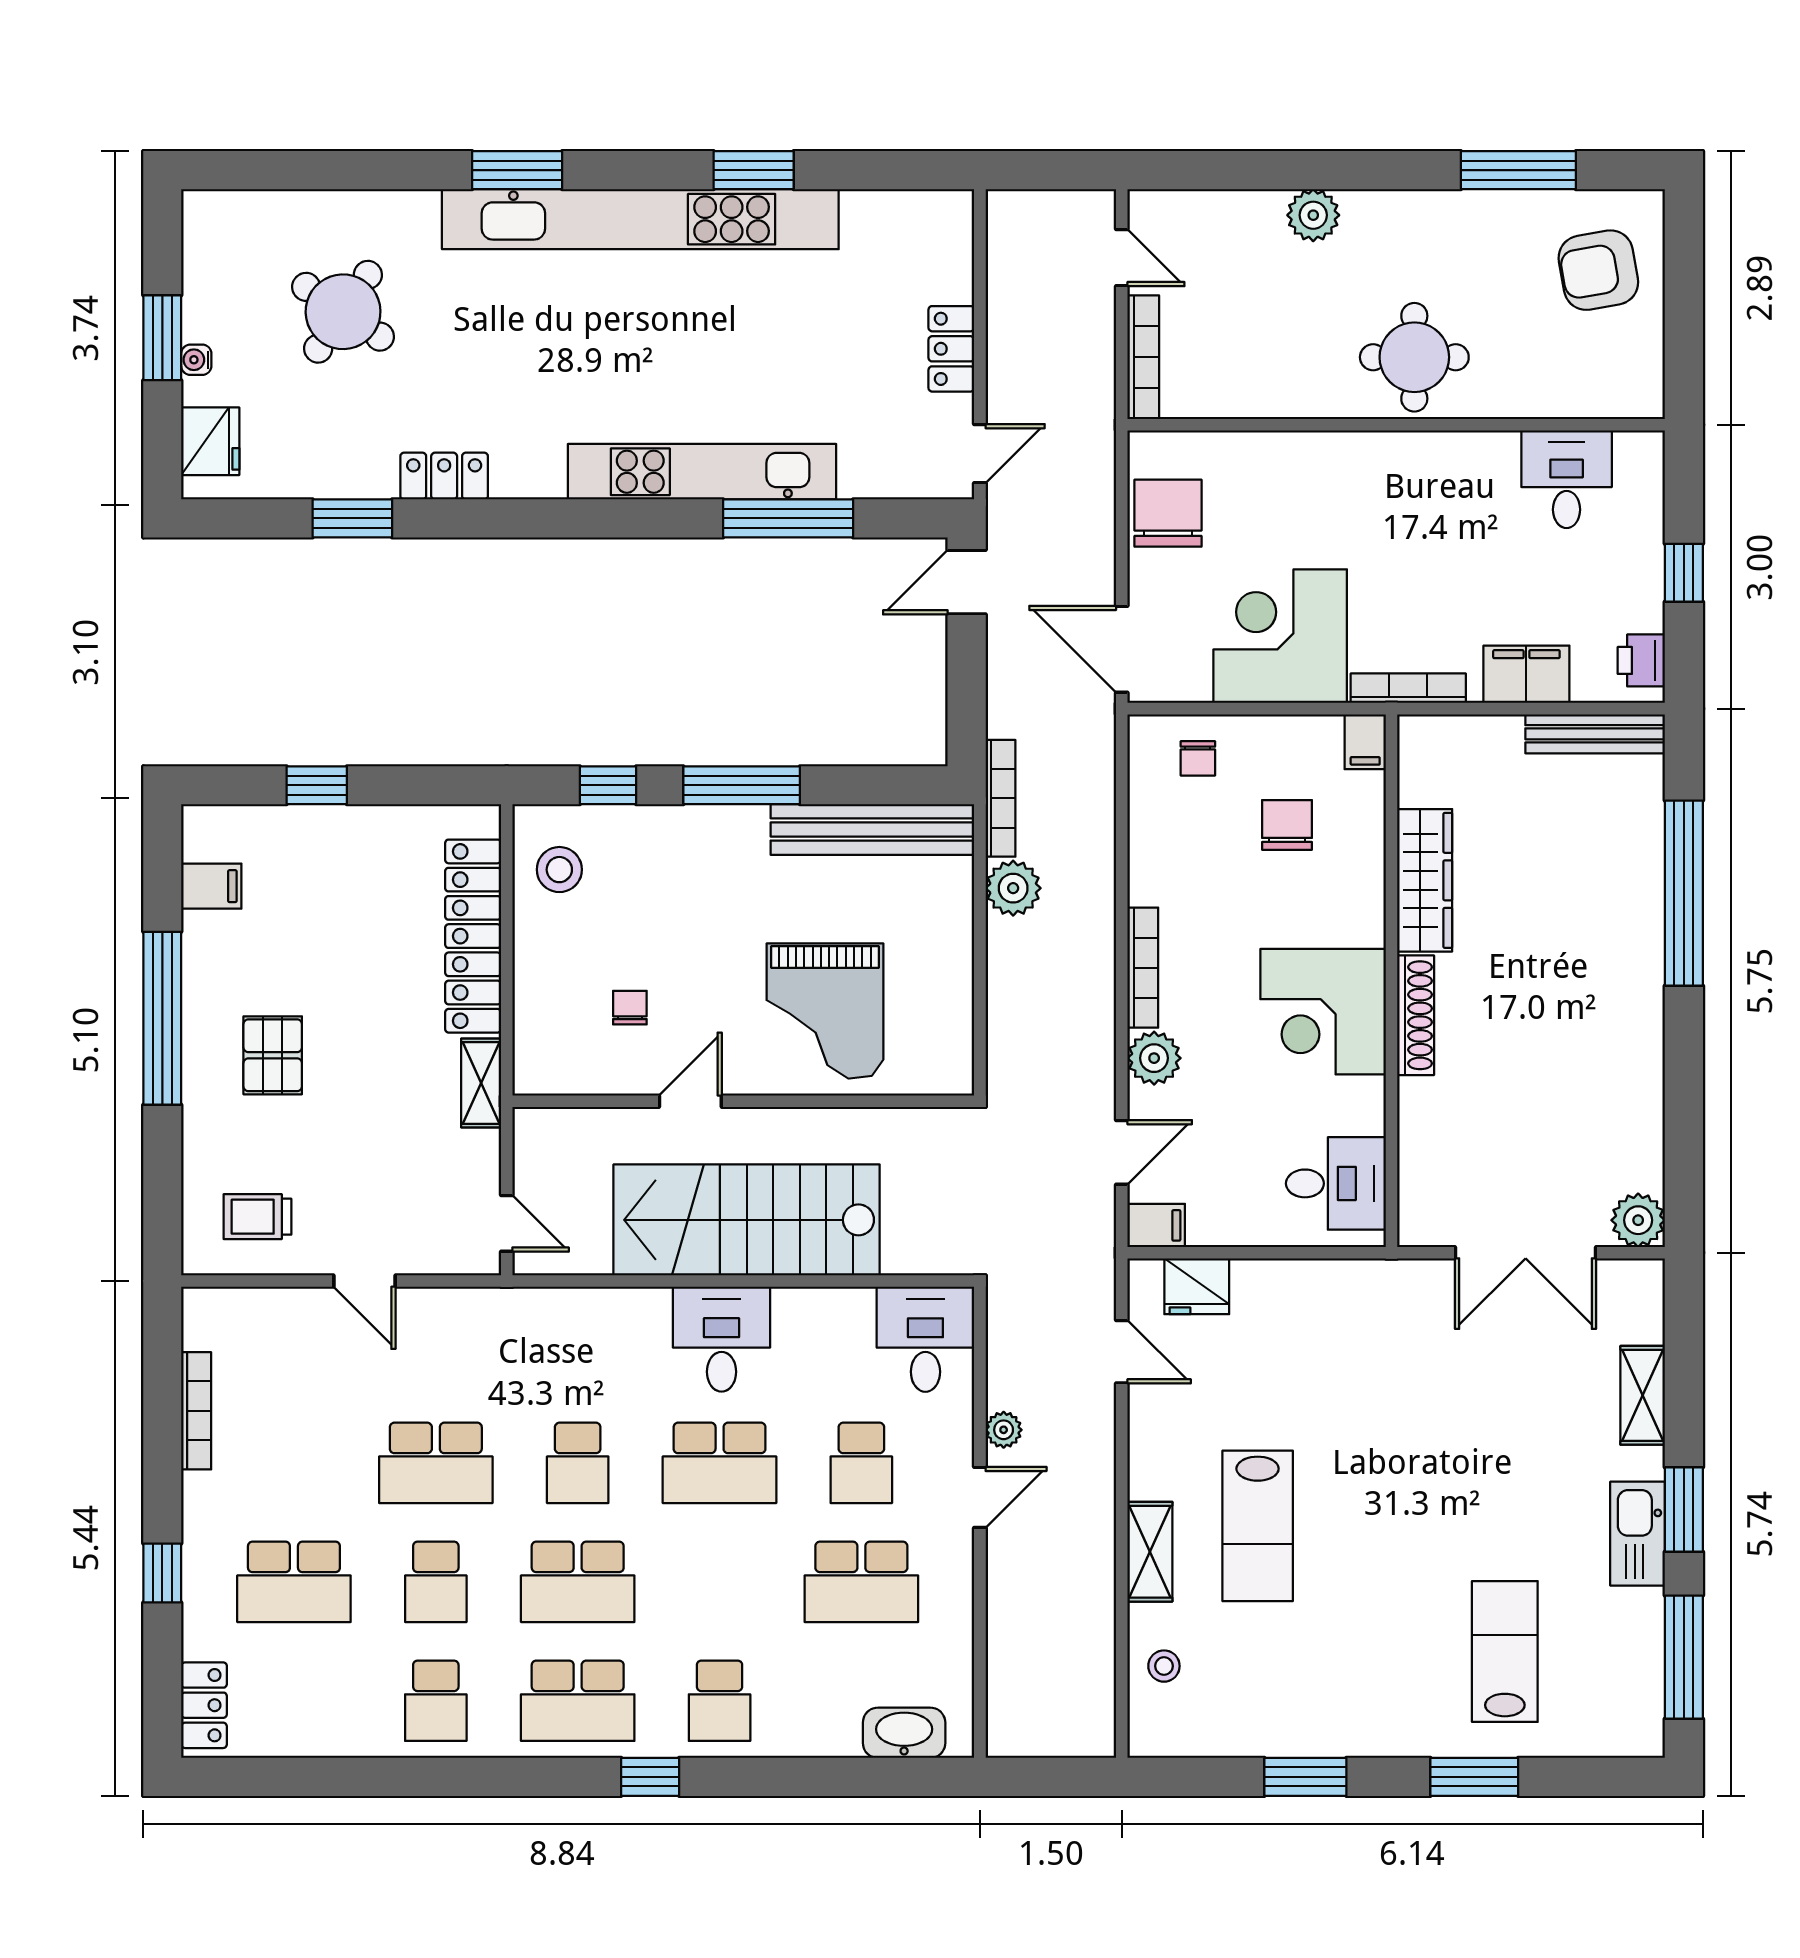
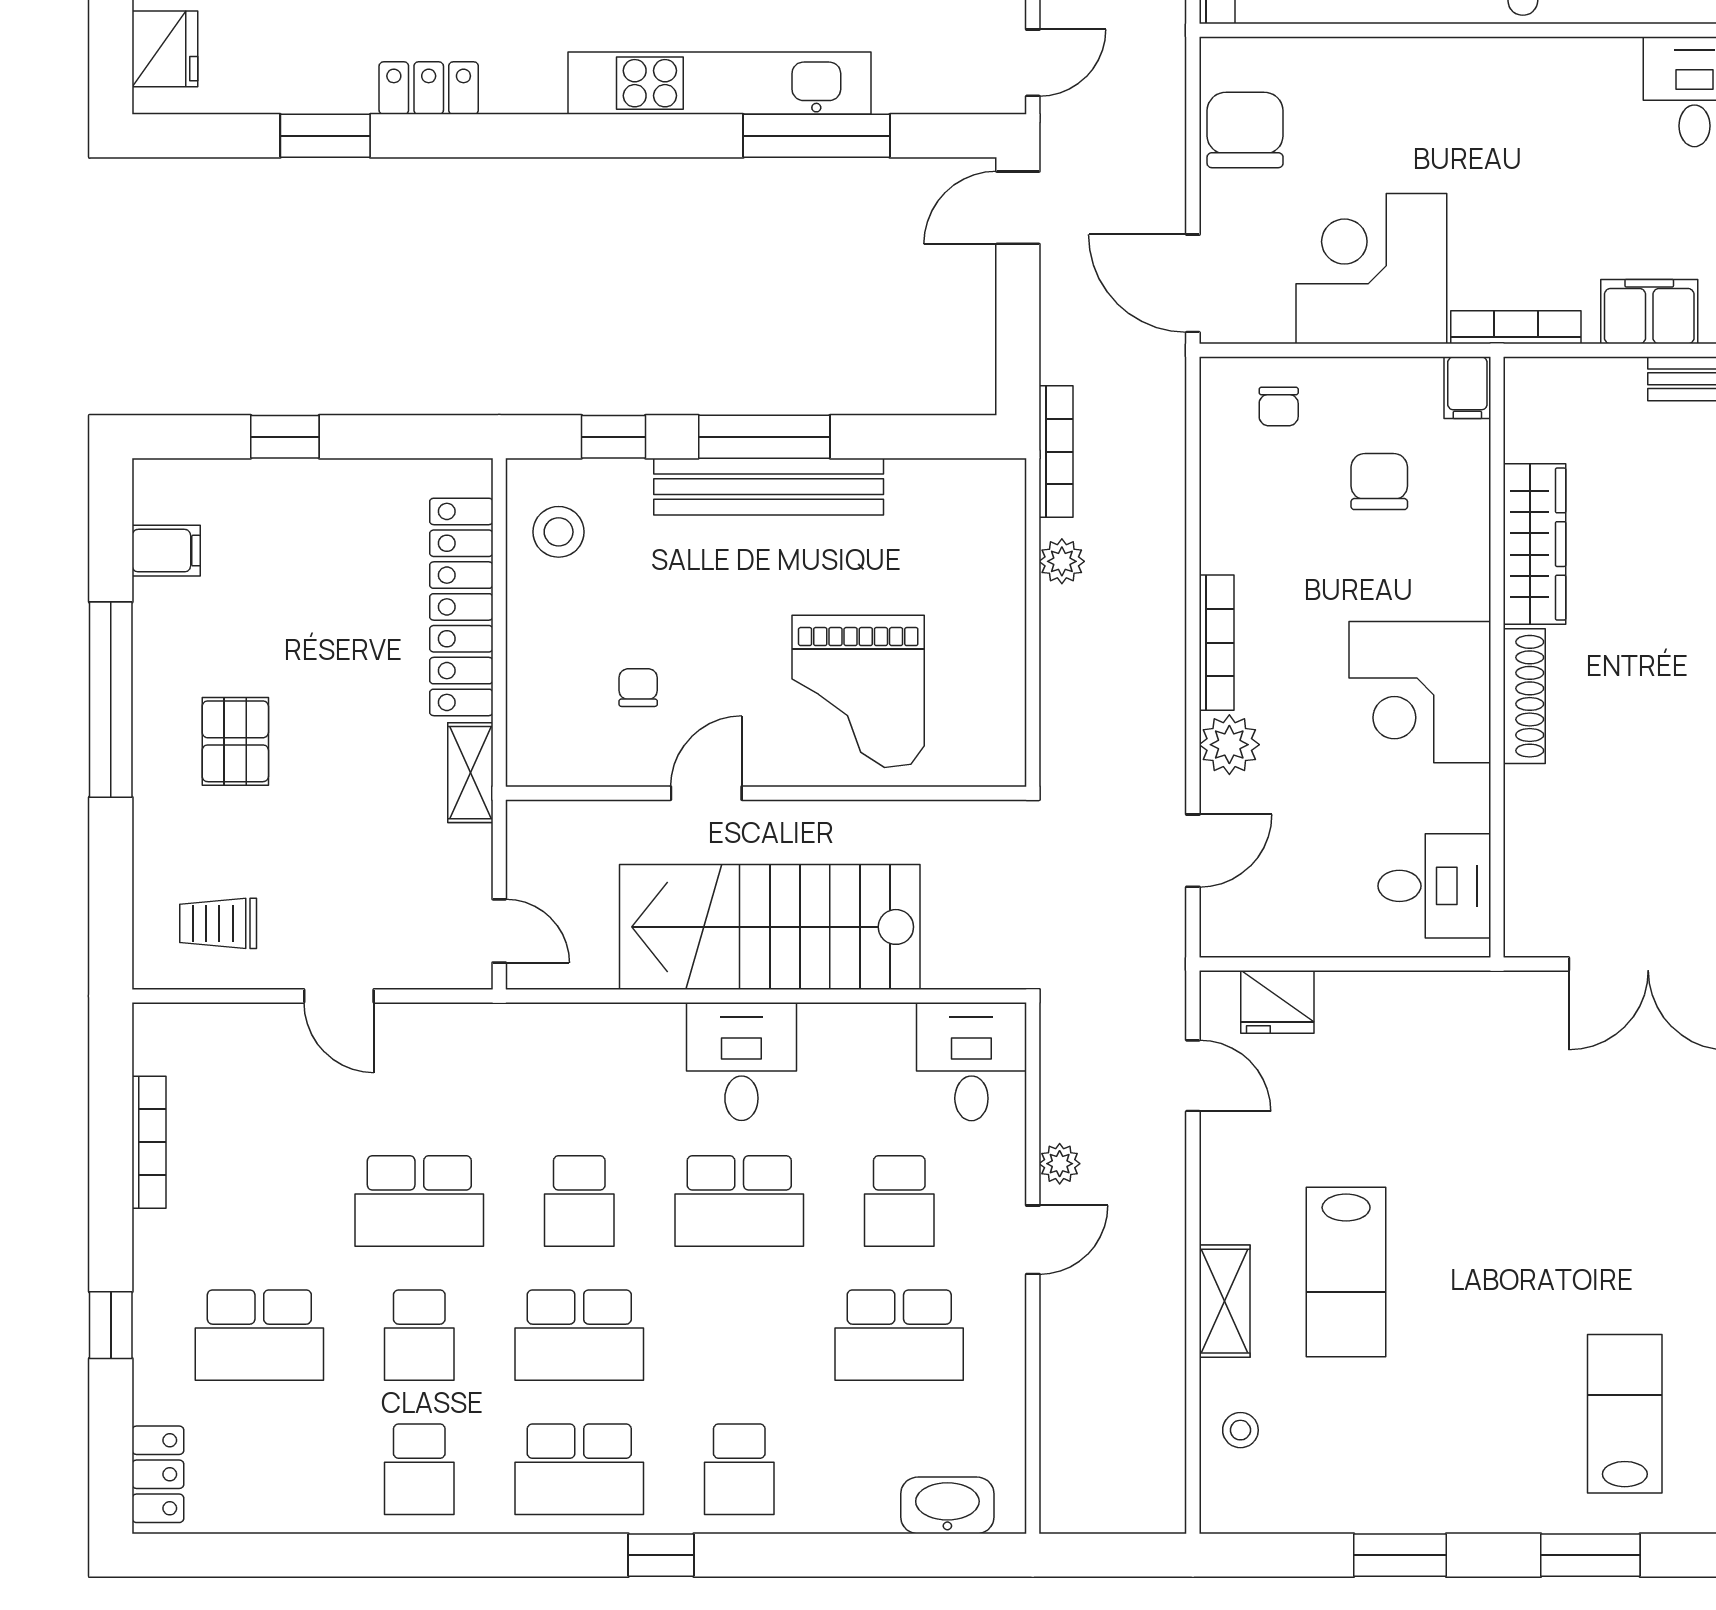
bench: (872, 829) -> (769, 487), moved
plant: (1013, 888) -> (1062, 561), width x0.73, depth x0.73
filing cabinet: (1156, 1225) -> (1232, 933), removed

